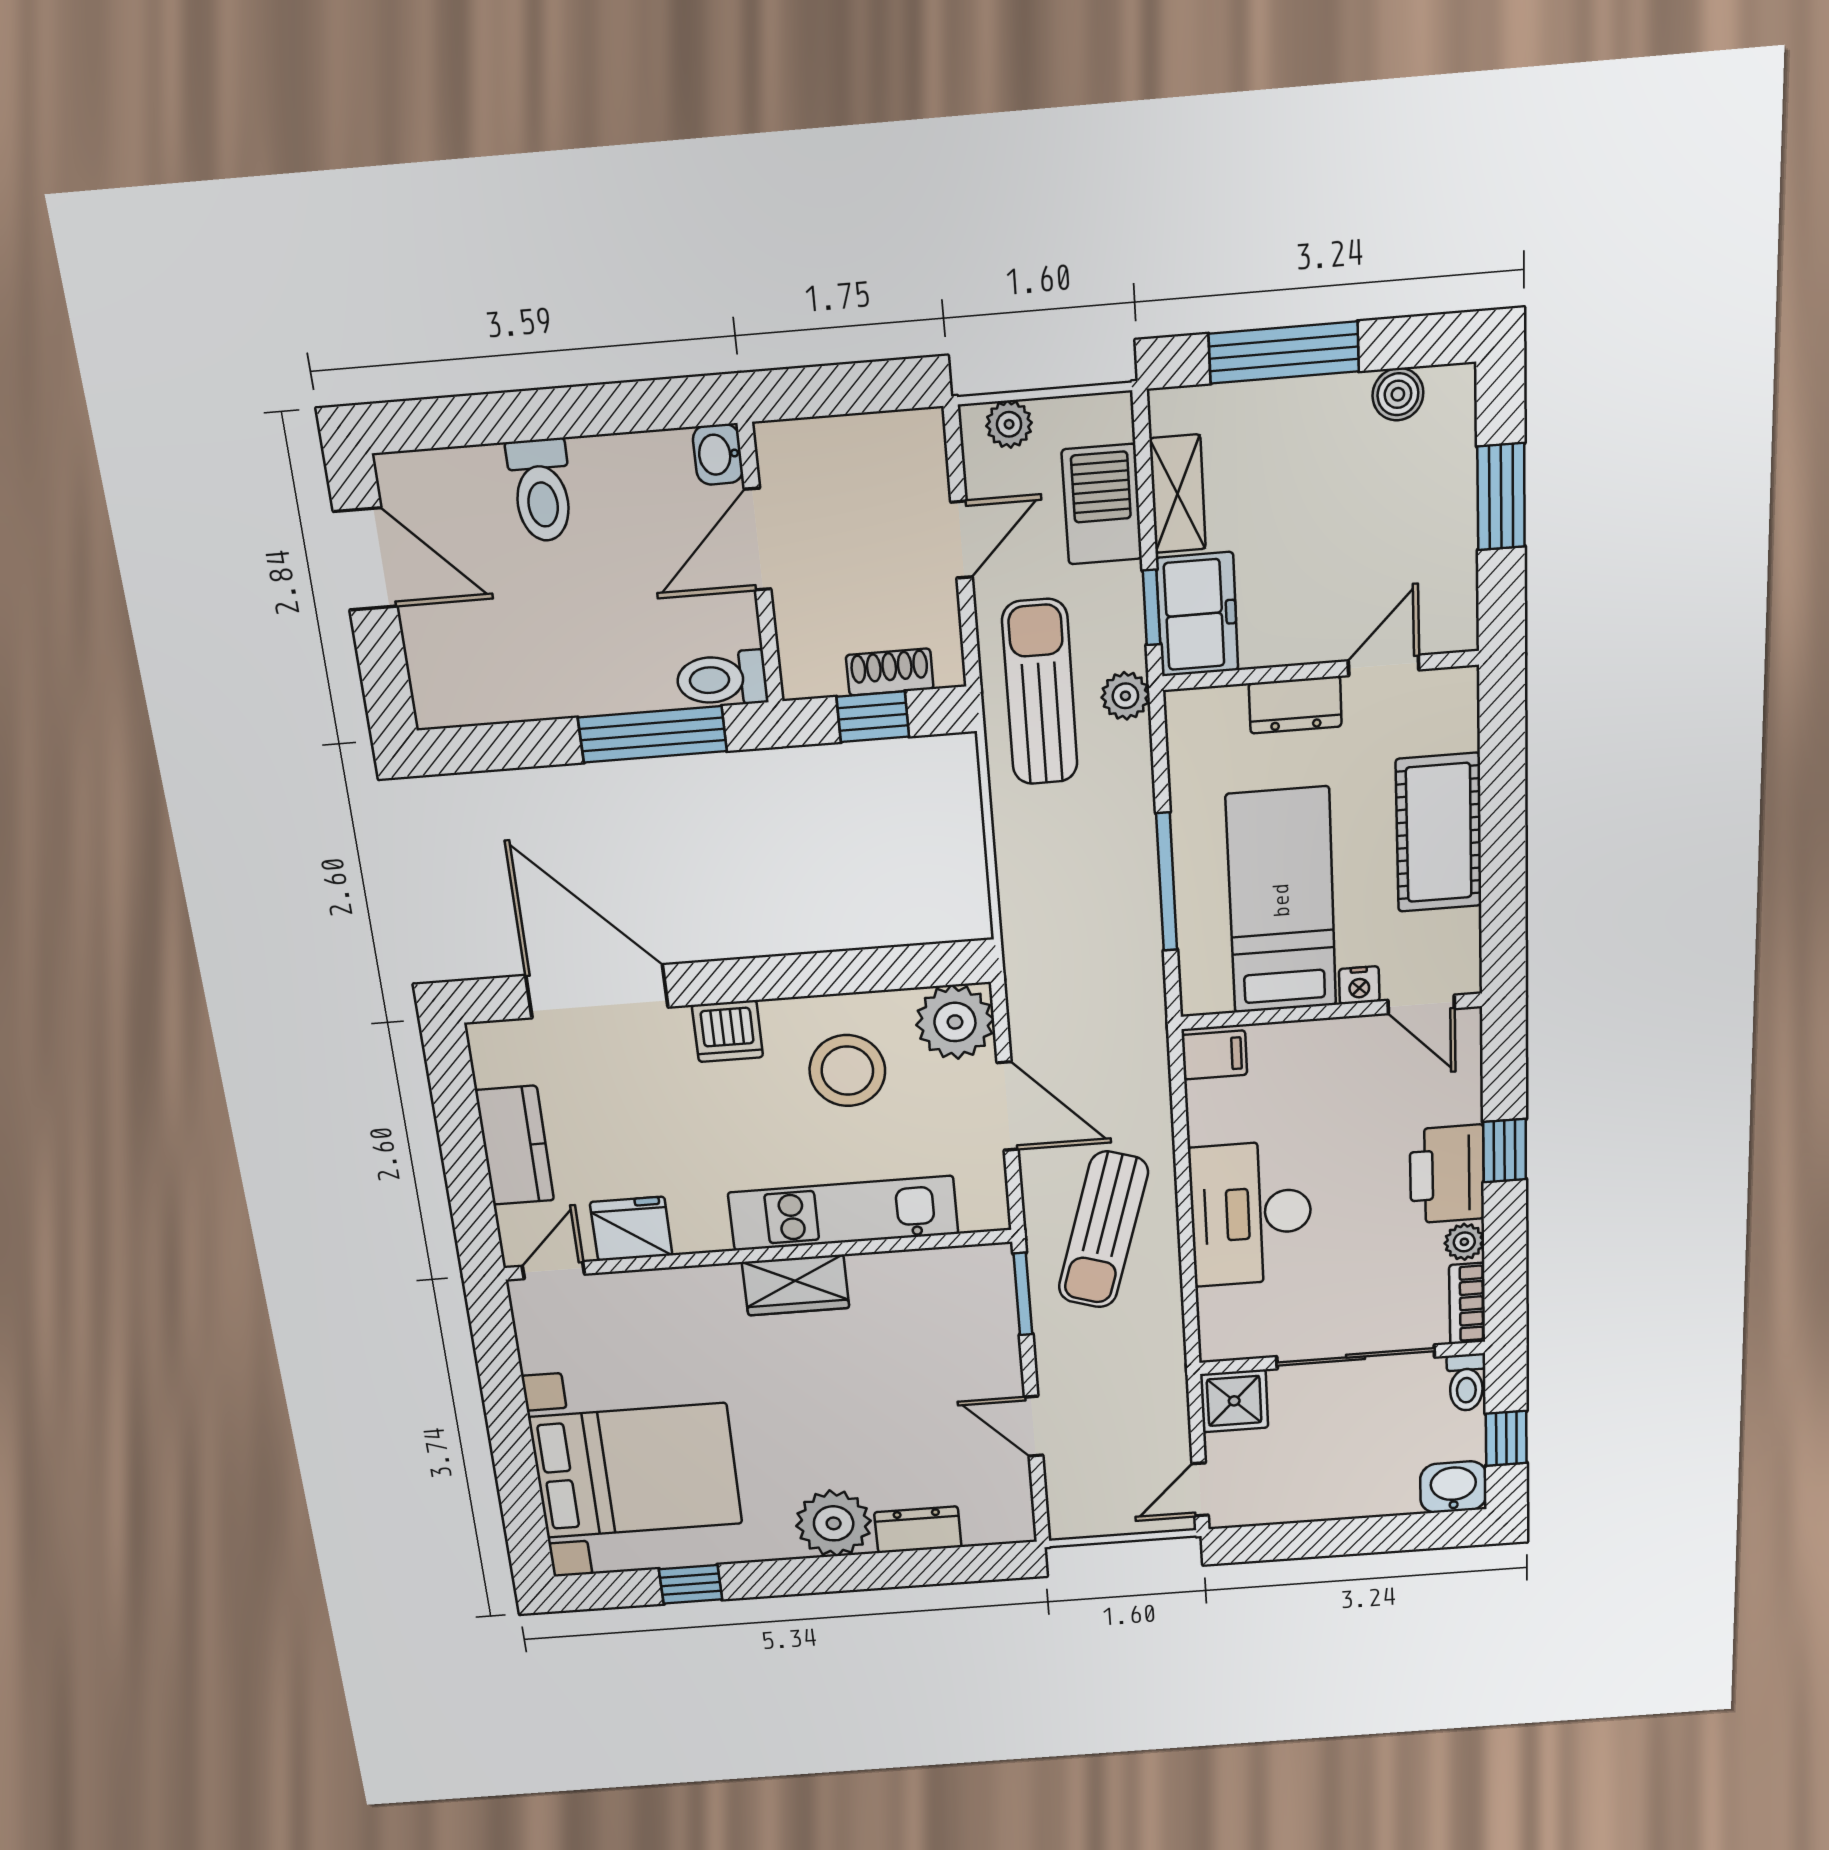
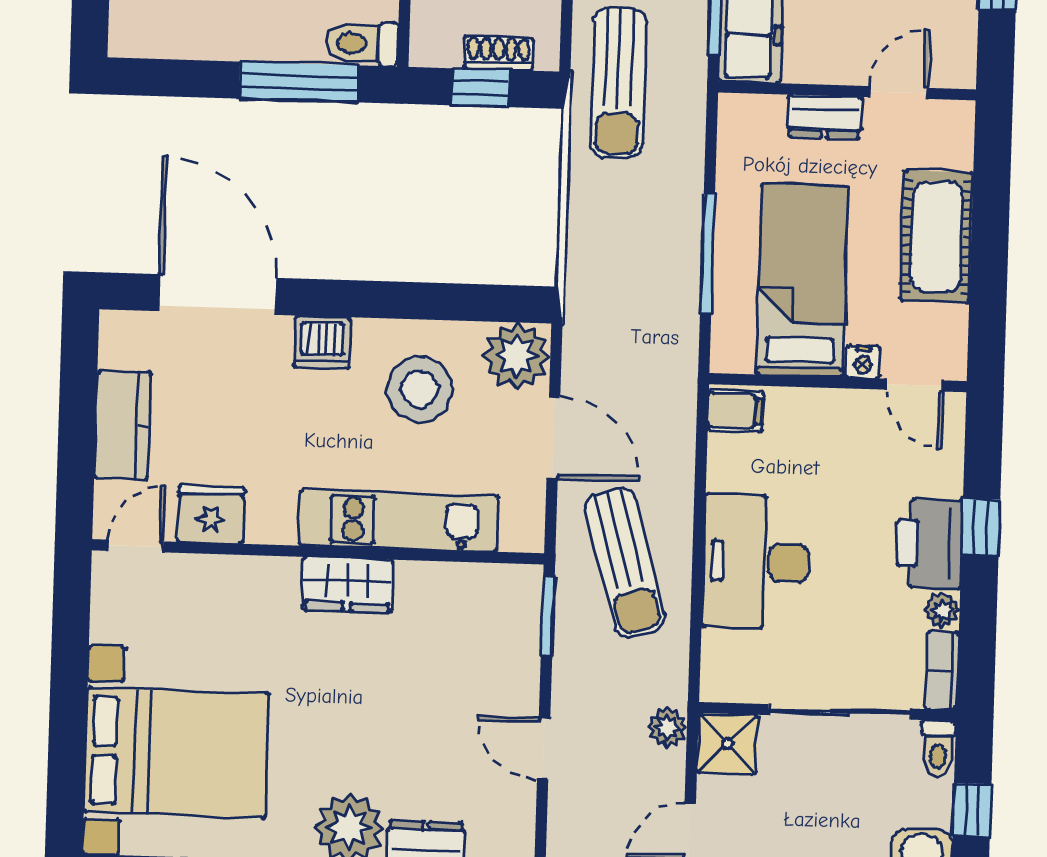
sun lounger: (1040, 692) -> (618, 83), turned 180
plant: (1125, 696) -> (667, 727), moved
sun lounger: (1103, 1230) -> (625, 563), turned -33

